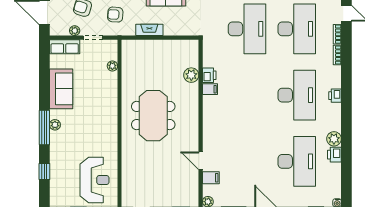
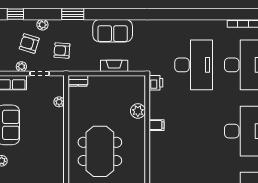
fireplace: (149, 30) -> (114, 66), moved
dresser: (131, 45) -> (78, 81), added
printer: (209, 75) -> (156, 83), moved

